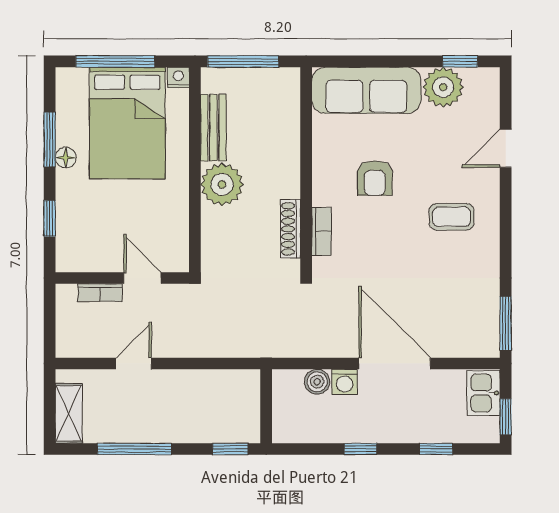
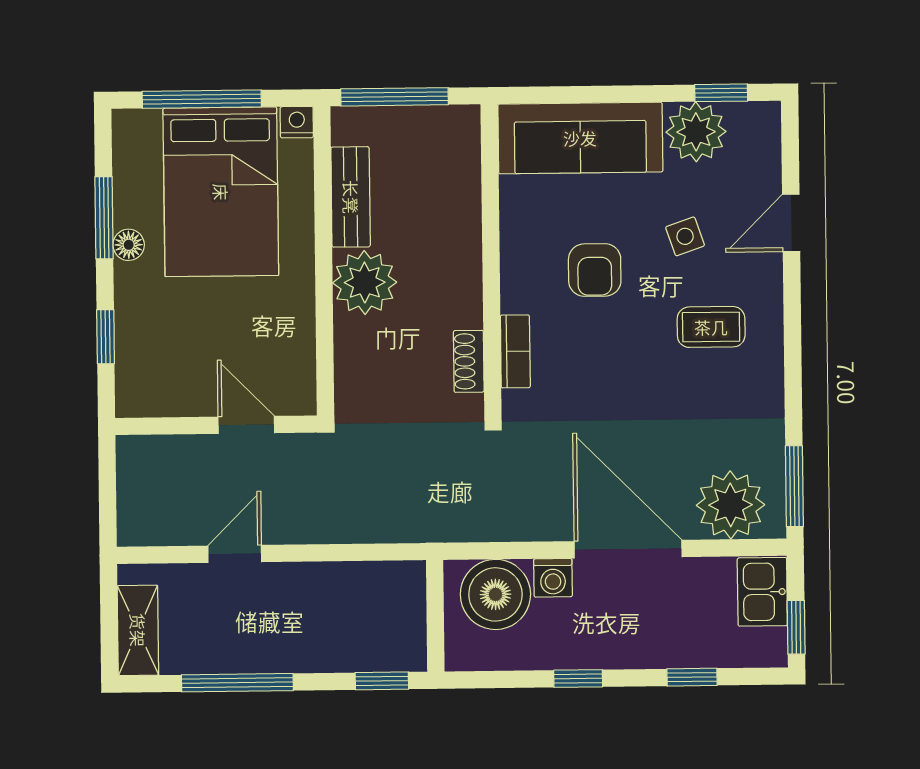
side table: (435, 156) -> (685, 236), added
shoe rack: (290, 229) -> (469, 361), width x0.70
bookcase: (100, 293) -> (183, 448), removed
plant: (463, 335) -> (731, 505), added
boiler: (317, 382) -> (495, 594), width x1.86, depth x1.86

